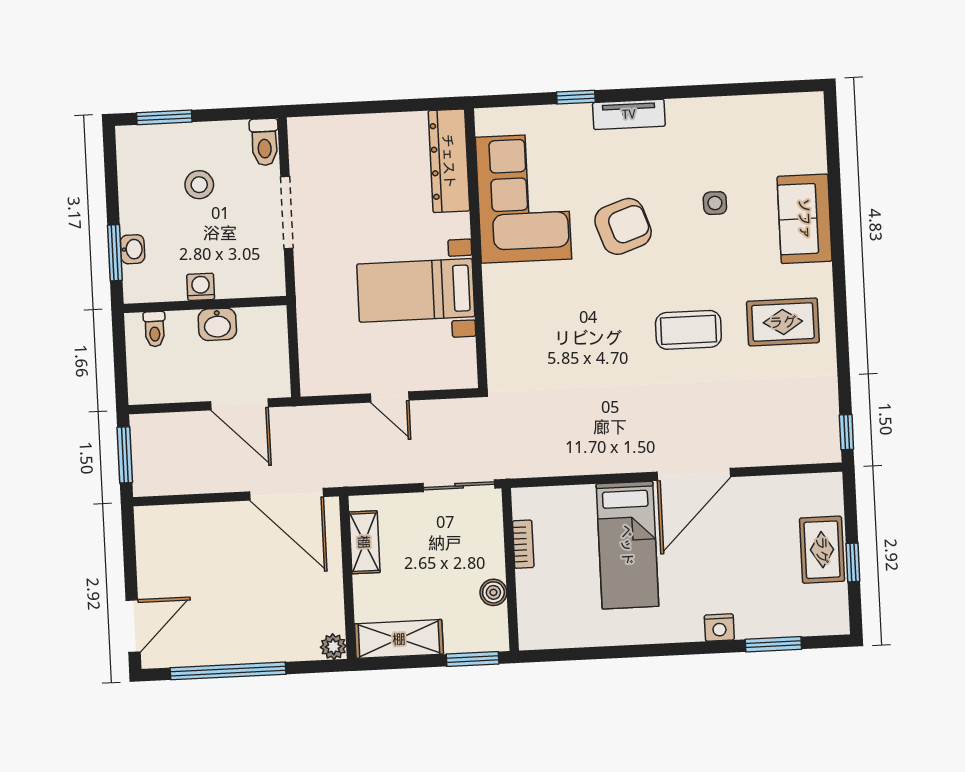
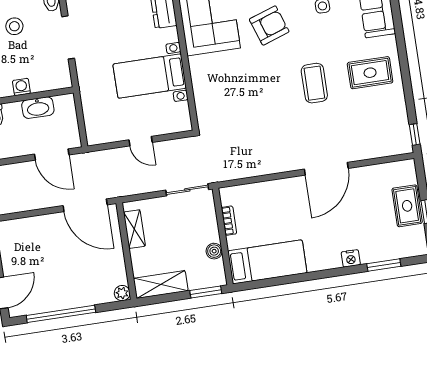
washbasin: (217, 324) -> (38, 108), width x1.38
coffee table: (688, 330) -> (314, 83), turned 90
bed: (627, 545) -> (267, 262), moved, turned -90

